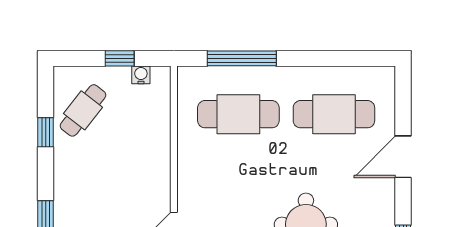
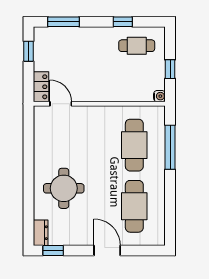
water cooler: (141, 75) -> (159, 96), moved
cafe table: (83, 110) -> (137, 46), turned -38

